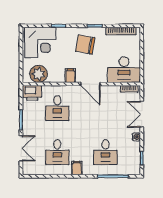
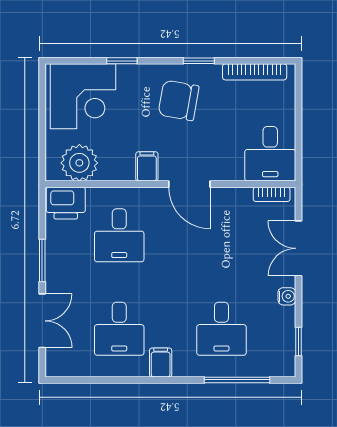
desk: (124, 70) -> (270, 154), width x0.73

